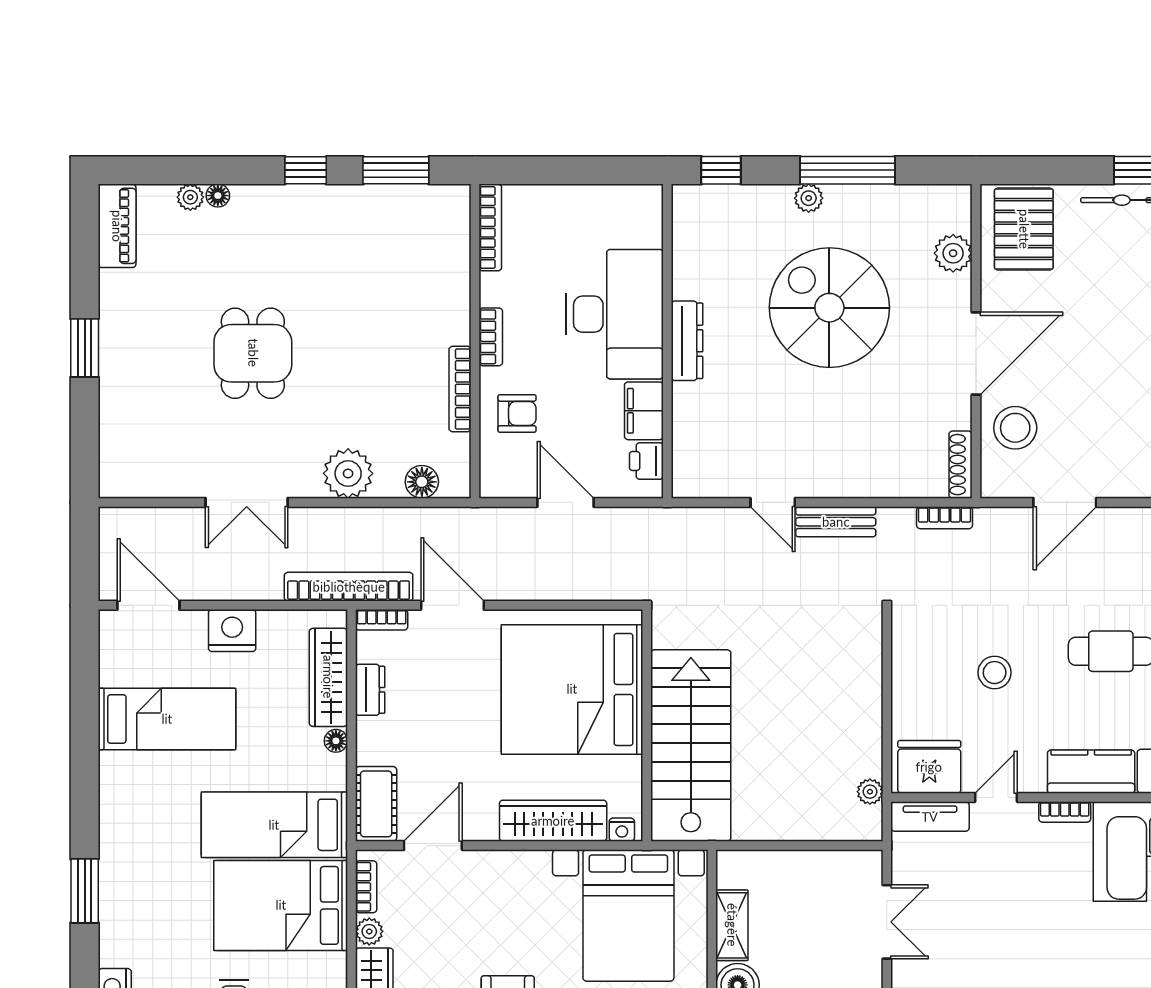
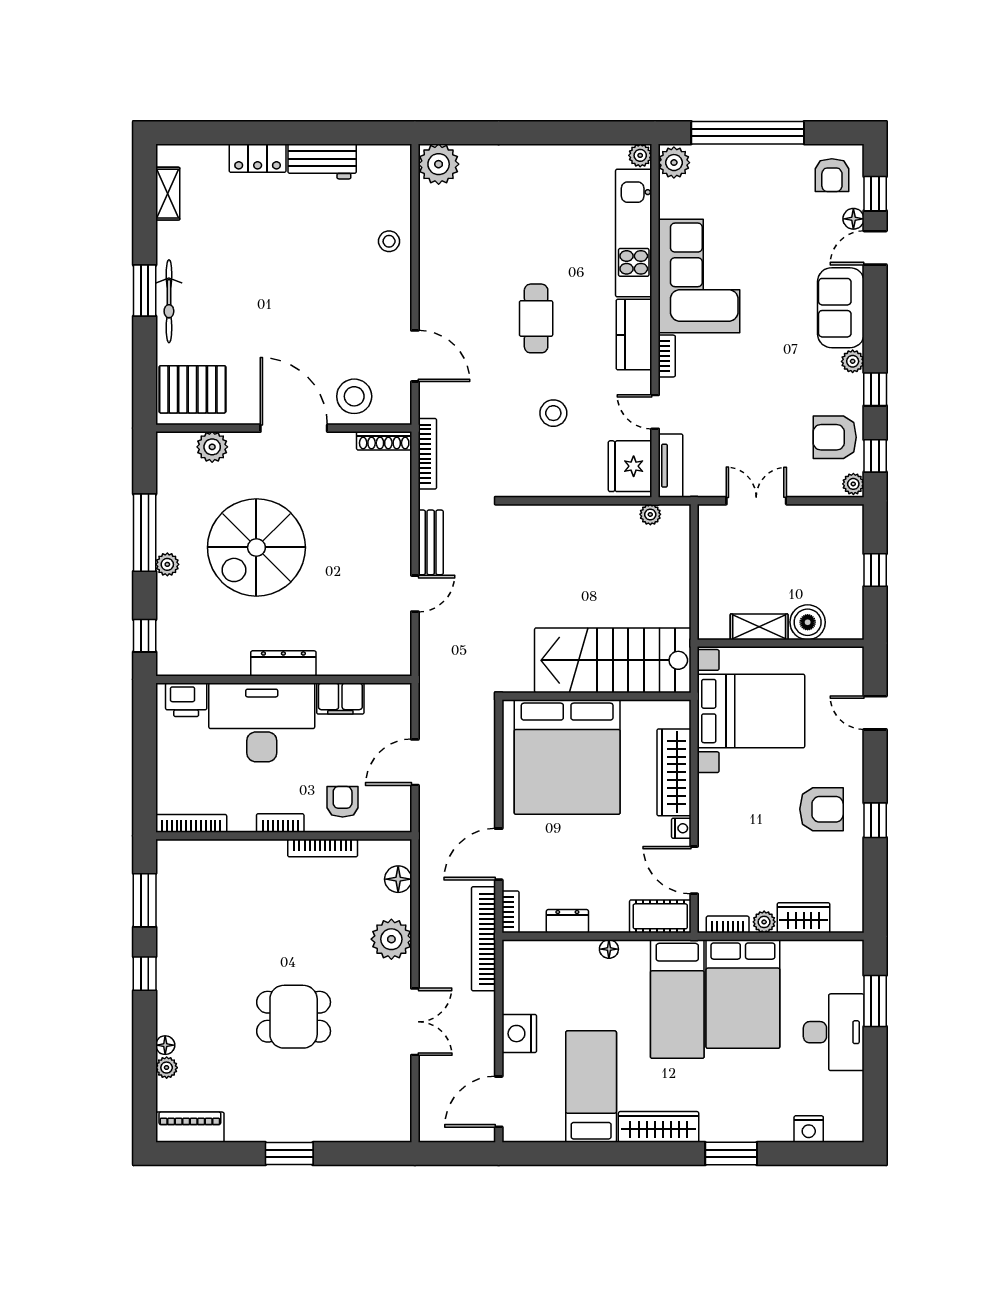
printer: (646, 461) -> (186, 700), moved, width x1.36, depth x1.24
bookcase: (945, 518) -> (427, 454), width x1.56
wardrobe: (328, 677) -> (659, 1127), moved, turned 180
nightstand: (622, 830) -> (681, 828), moved

